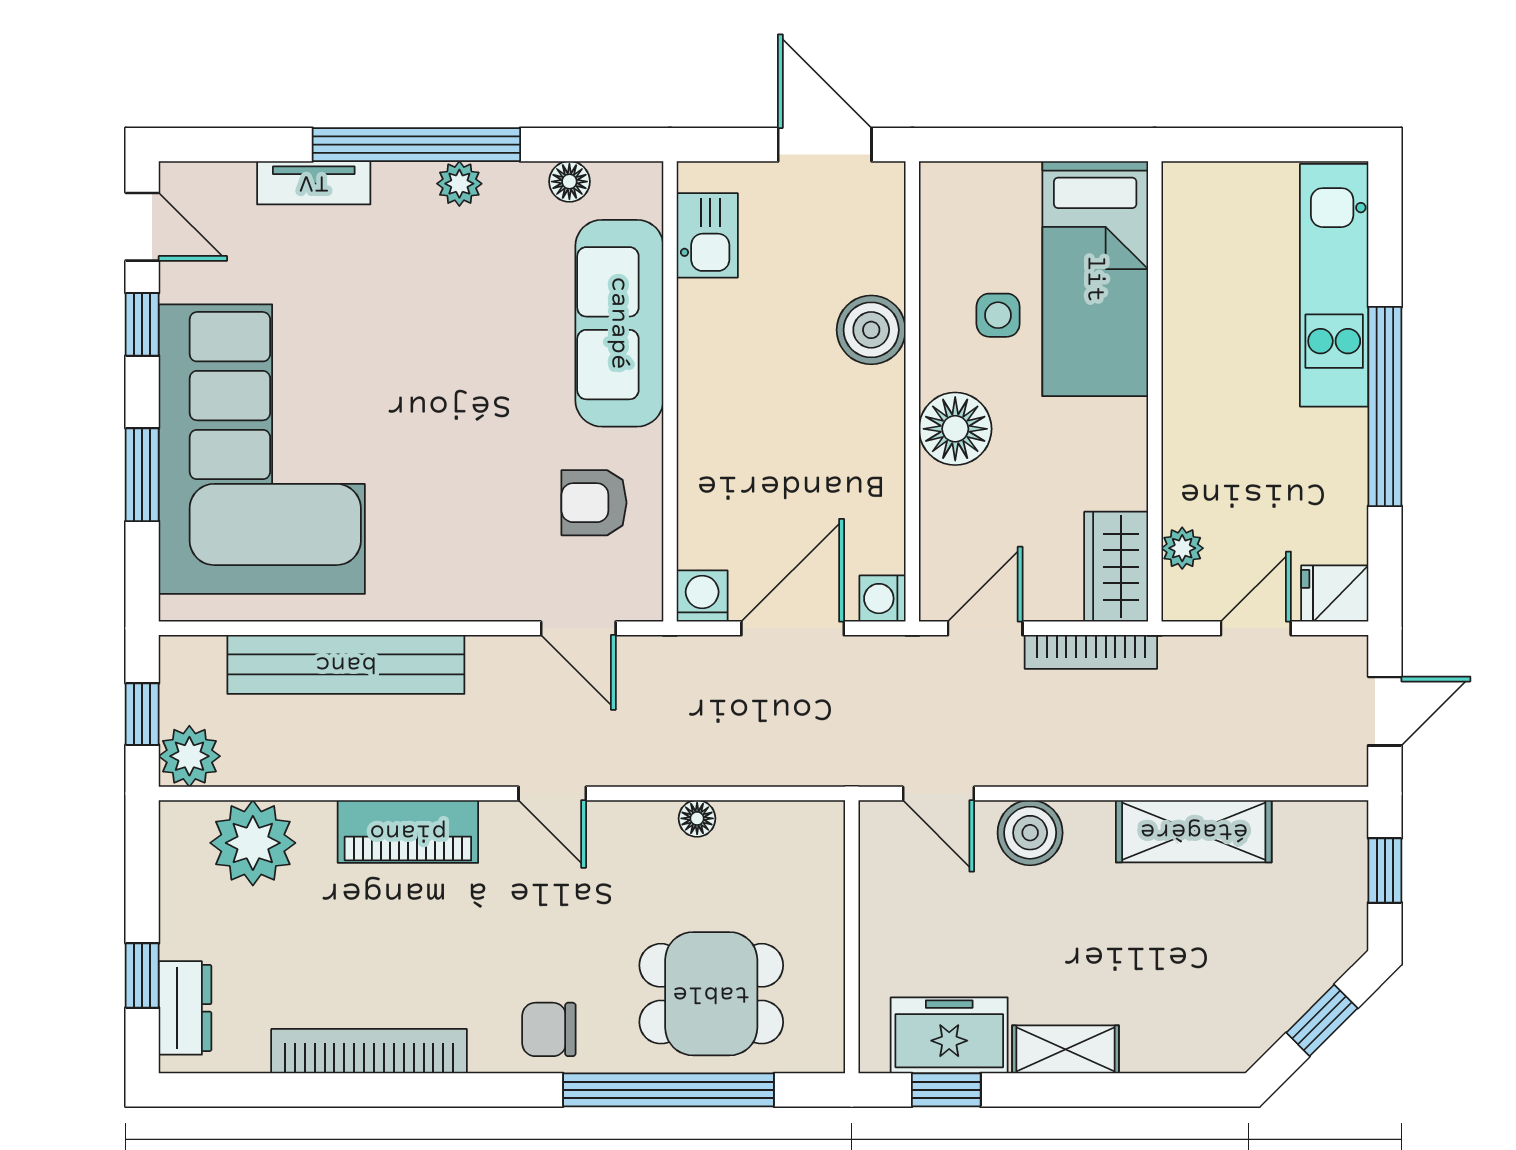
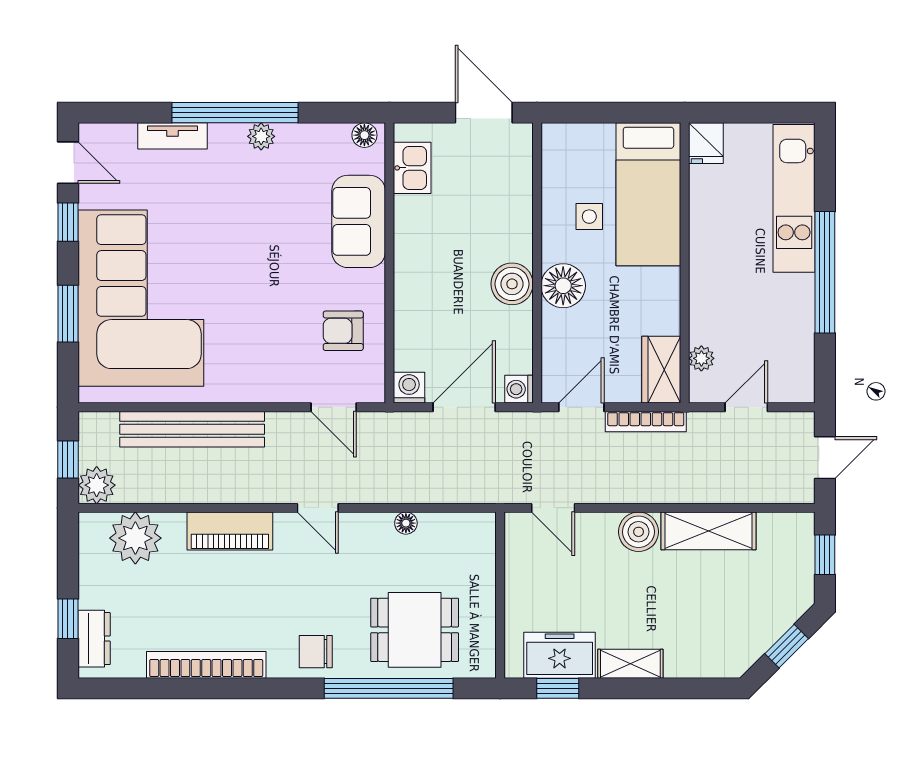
floor lamp: (569, 182) -> (364, 135), moved
sofa: (619, 323) -> (359, 221), width x0.73
boiler: (871, 330) -> (512, 284), moved
fridge: (1335, 594) -> (706, 143), moved, turned -90
boiler: (1030, 833) -> (639, 532), moved

